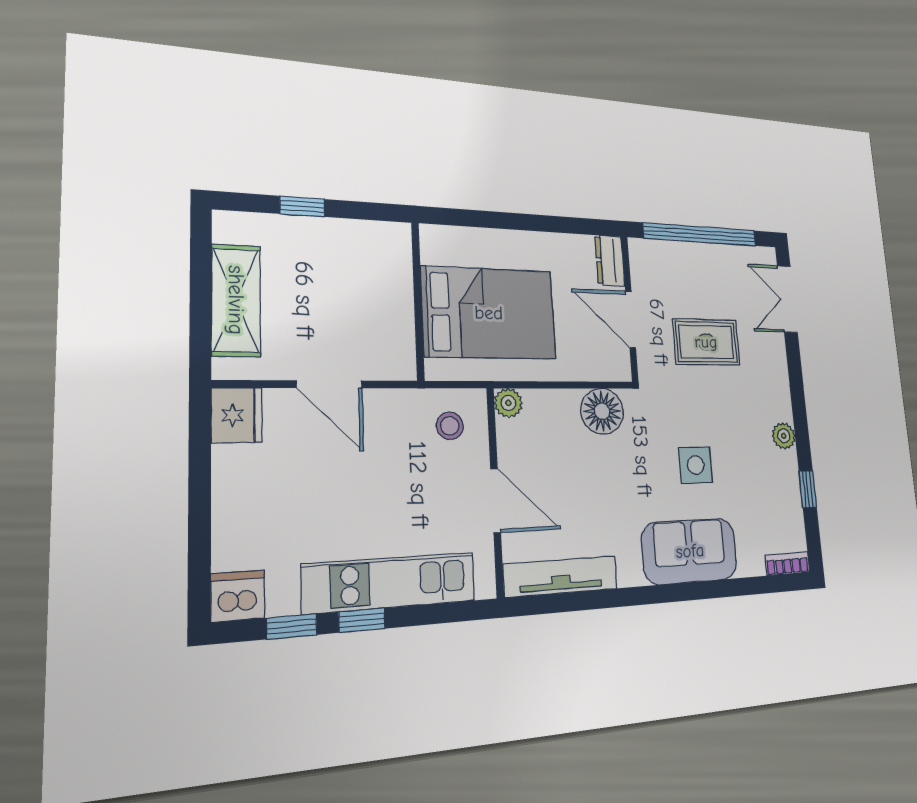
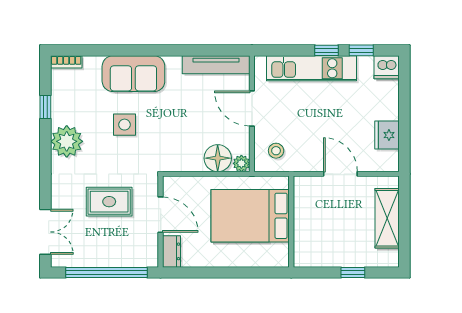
floor lamp: (602, 411) -> (218, 158), moved
fridge: (237, 415) -> (387, 135), moved
plant: (784, 436) -> (67, 141), width x1.87, depth x1.87

